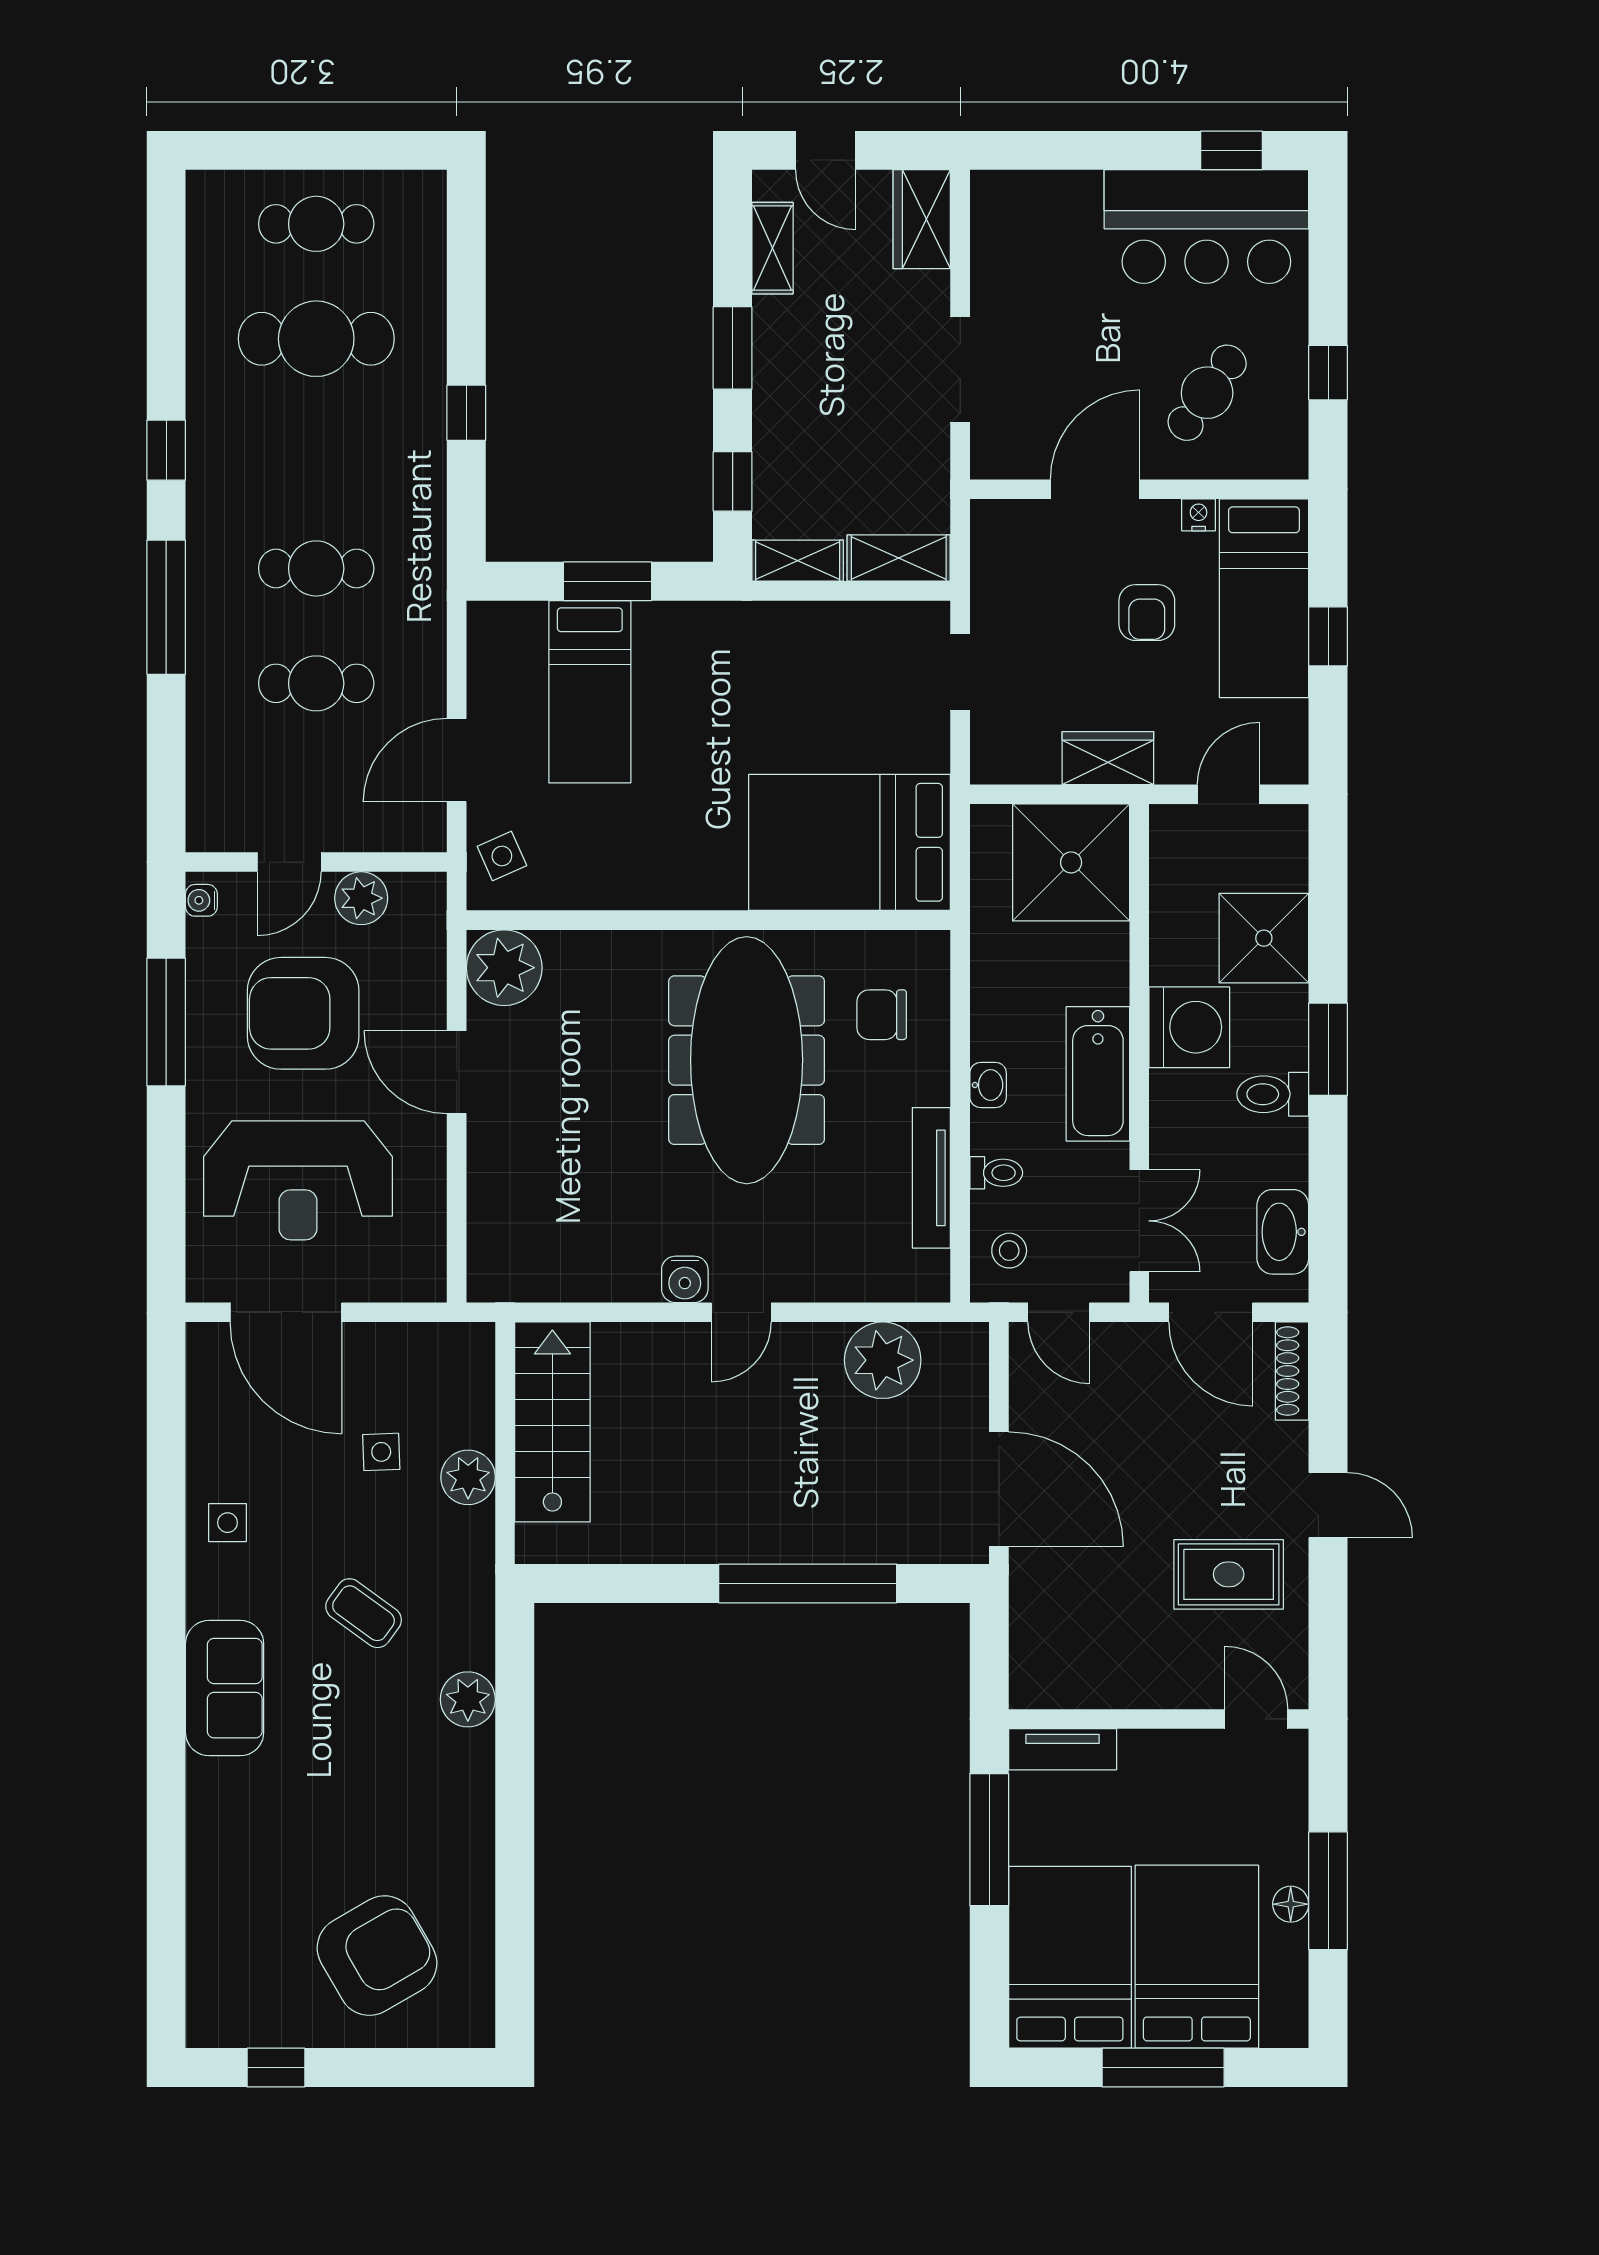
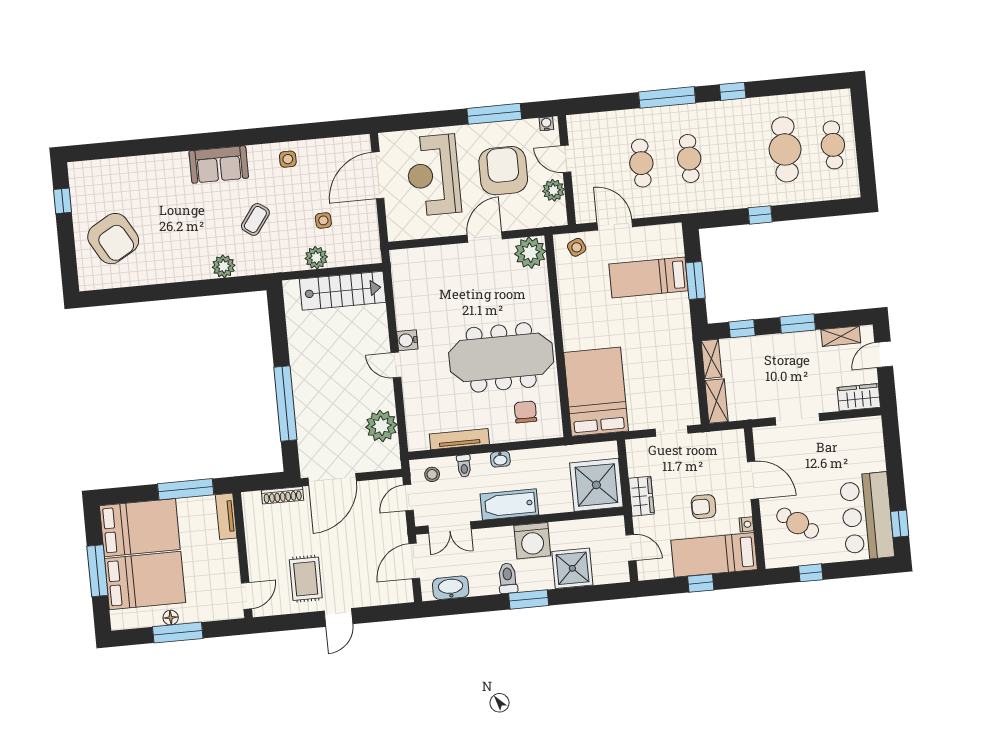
shoe rack: (1292, 1371) -> (283, 495), moved, turned 180

